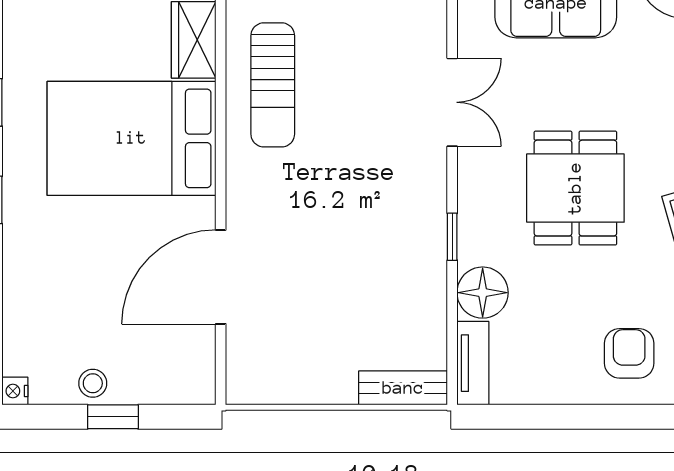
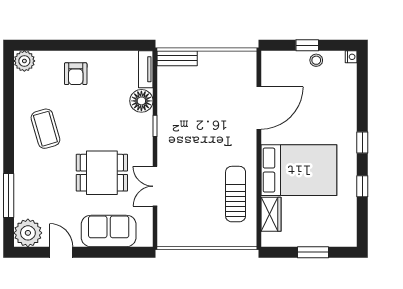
dining table: (575, 188) -> (102, 173), moved, turned 90

